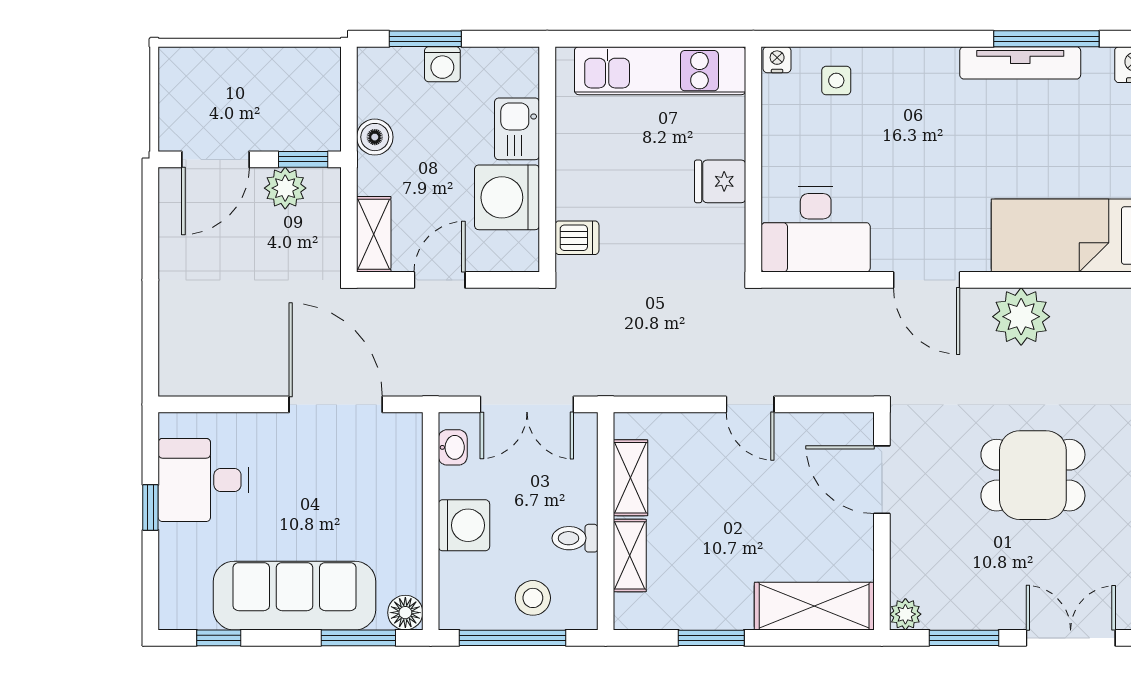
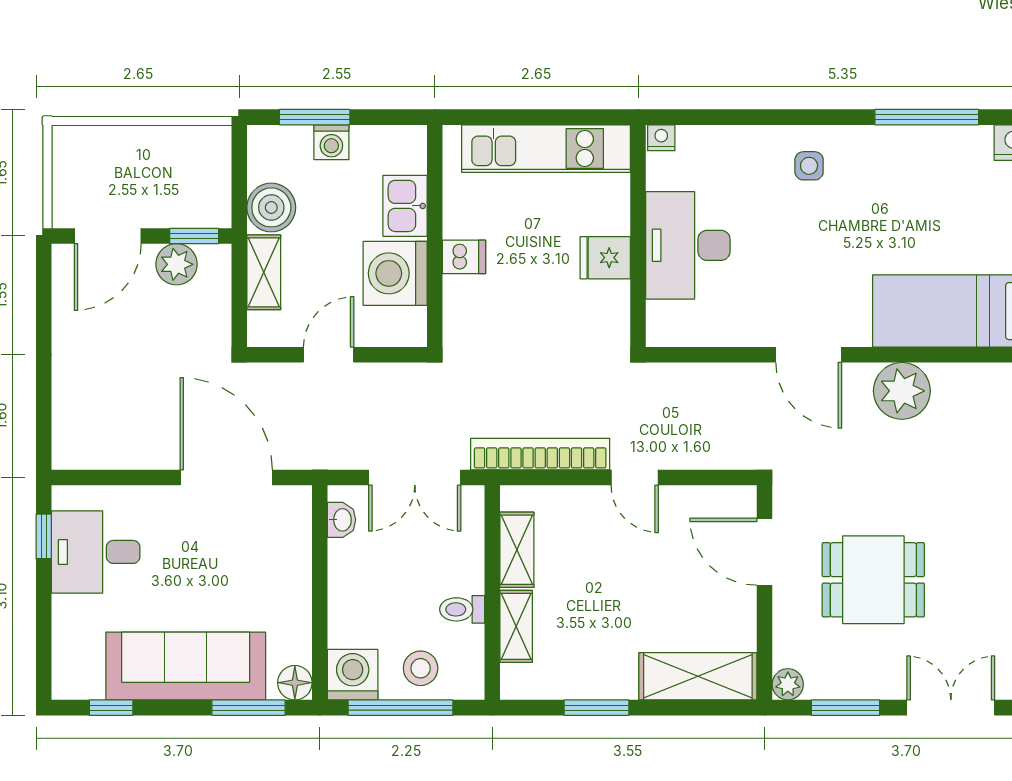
tv unit: (1020, 63) -> (901, 141), removed
side table: (836, 81) -> (809, 166), moved
boiler: (375, 137) -> (271, 207), width x1.36, depth x1.36
desk: (816, 229) -> (688, 245), moved, turned 90
shelving: (374, 234) -> (264, 272), moved
dishwasher: (577, 238) -> (464, 257), moved
bookcase: (654, 381) -> (540, 454), added
dining table: (1033, 475) -> (873, 580), moved
window: (150, 507) -> (44, 536), moved
washing machine: (464, 525) -> (353, 675), moved, turned -90

